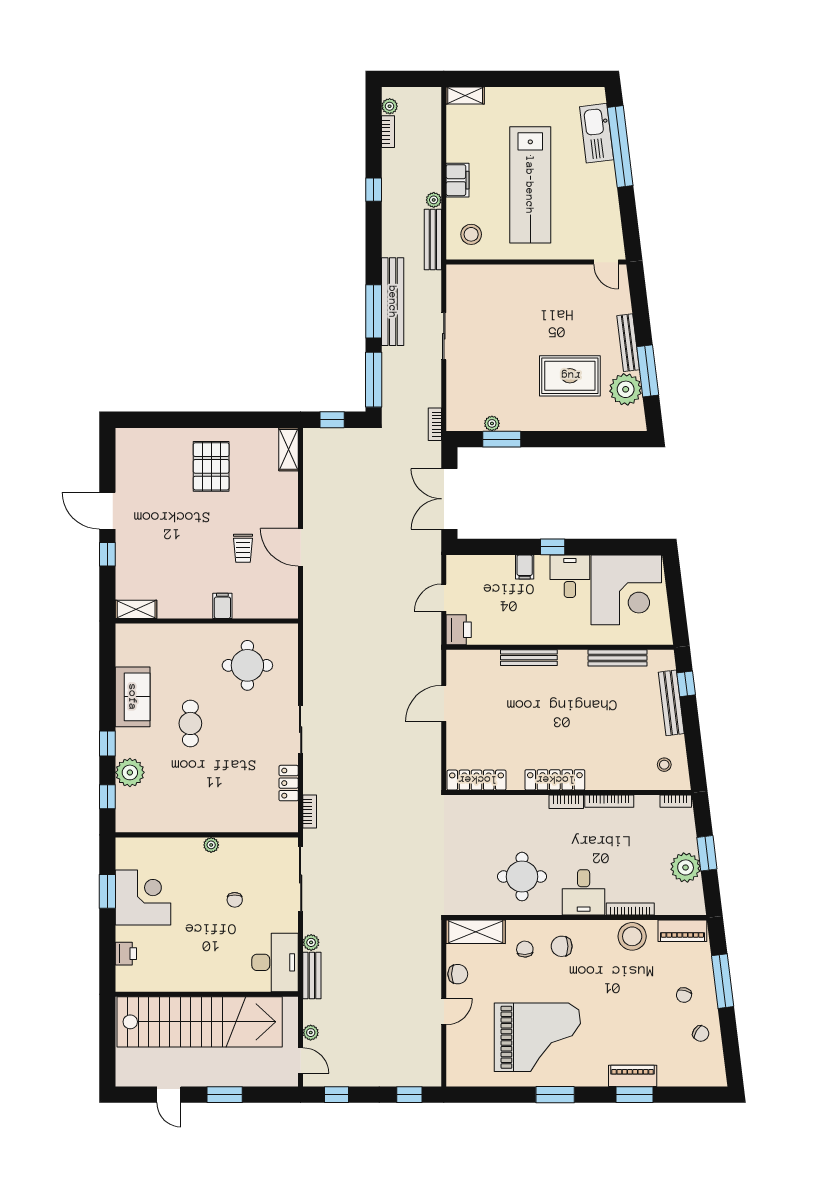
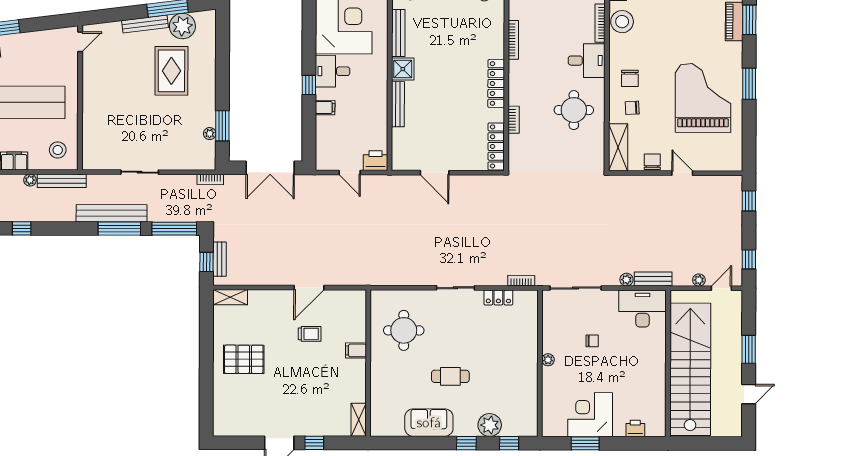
bench: (336, 436) -> (220, 259), added
shower: (573, 664) -> (403, 69), added
bookcase: (566, 802) -> (514, 120), moved

